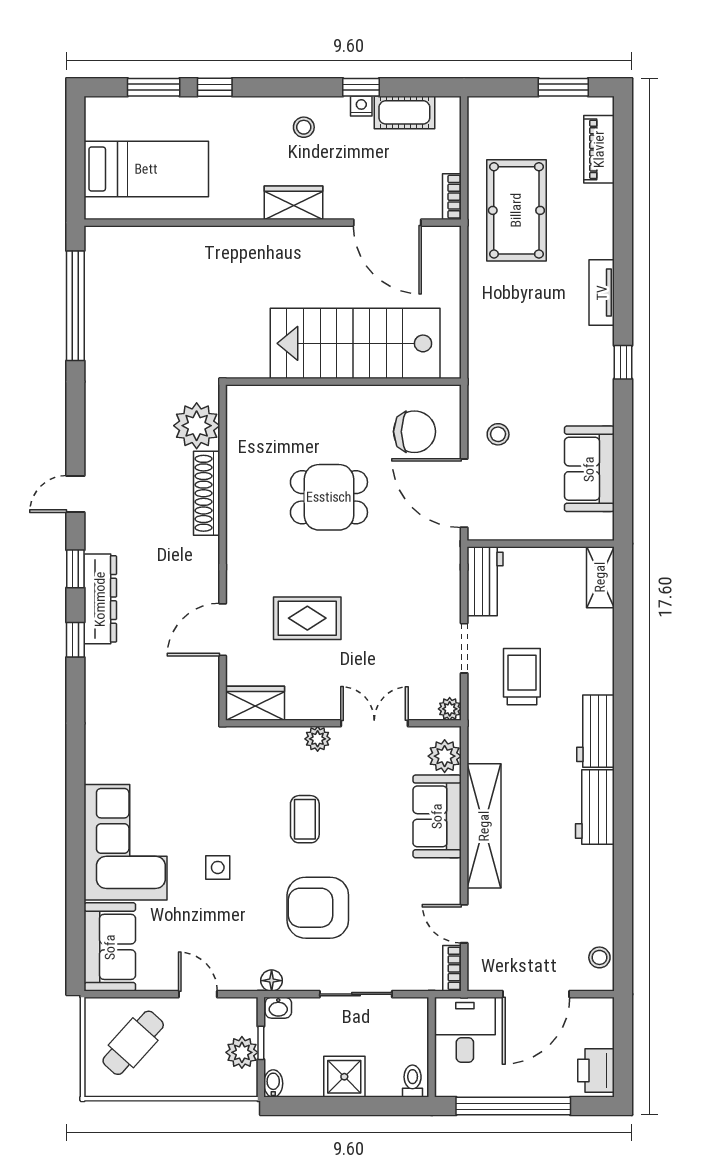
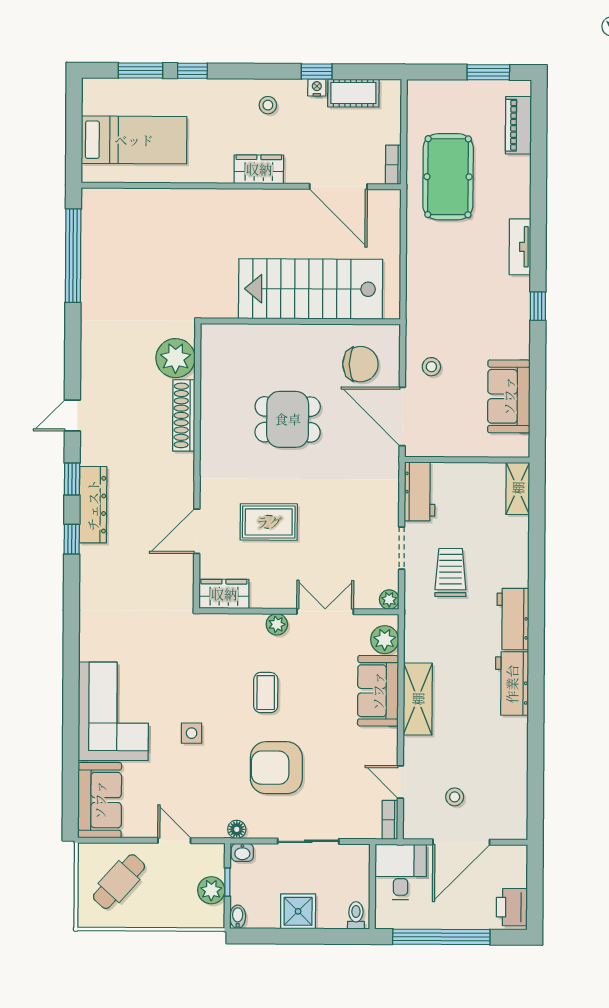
shelving: (484, 826) -> (418, 699), width x0.68
stool: (599, 957) -> (455, 797), moved

